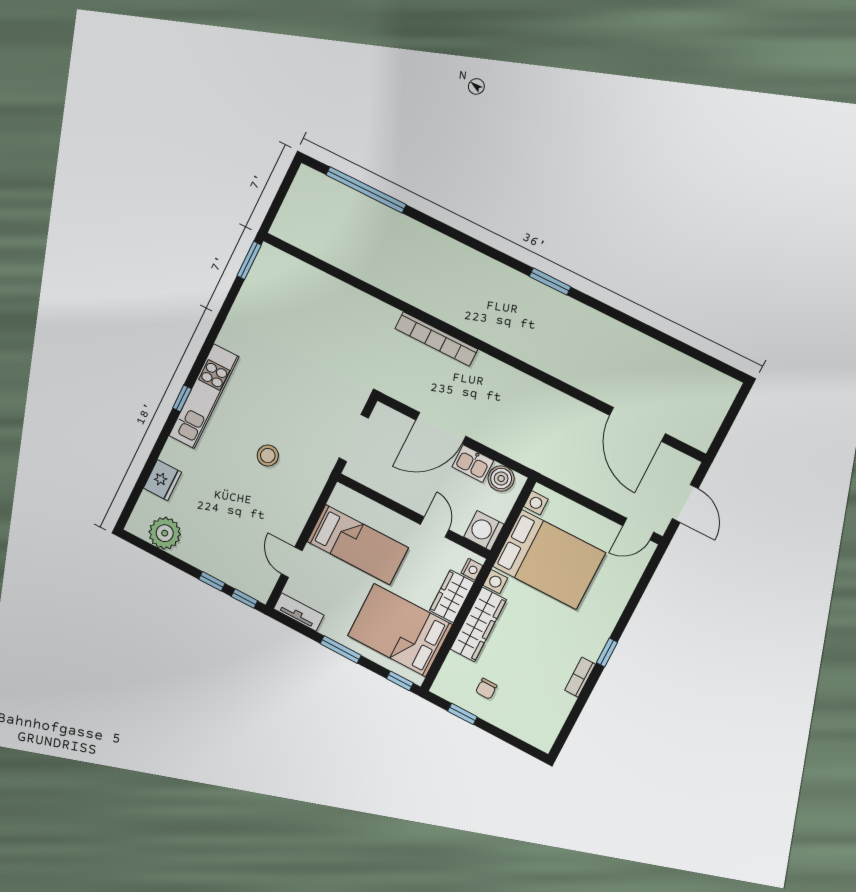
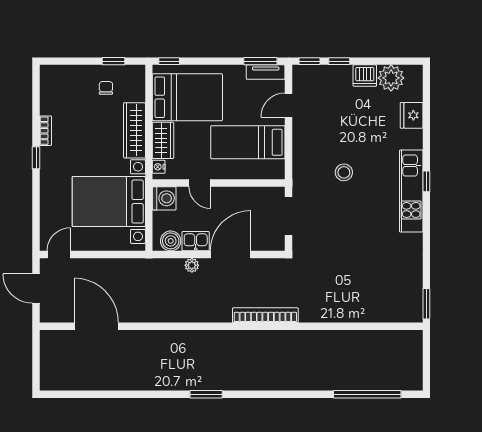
plant: (491, 438) -> (192, 265), added
dishwasher: (192, 551) -> (365, 76), added
door: (292, 562) -> (289, 105), swing flipped
window: (341, 649) -> (260, 61), moved

